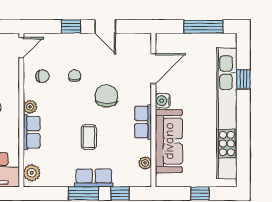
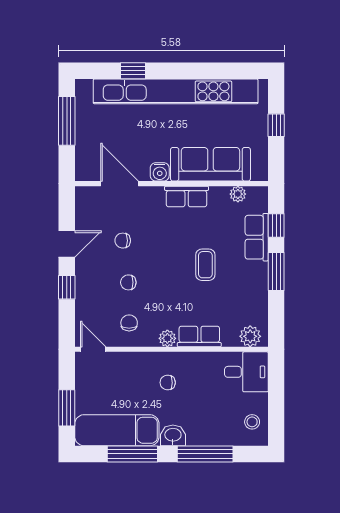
chair: (106, 96) -> (123, 241), moved, width x0.54, depth x0.54
coffee table: (89, 137) -> (205, 265), turned 90
row of seats: (94, 178) -> (257, 237), moved

